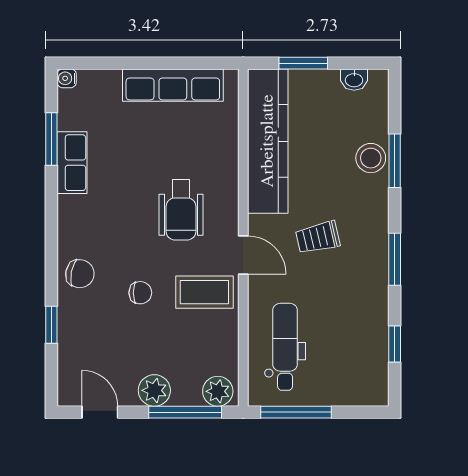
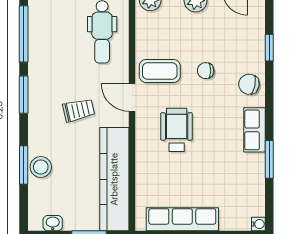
window: (51, 139) -> (269, 159), moved
row of seats: (72, 163) -> (255, 130), moved
window: (395, 344) -> (24, 34), width x2.17

